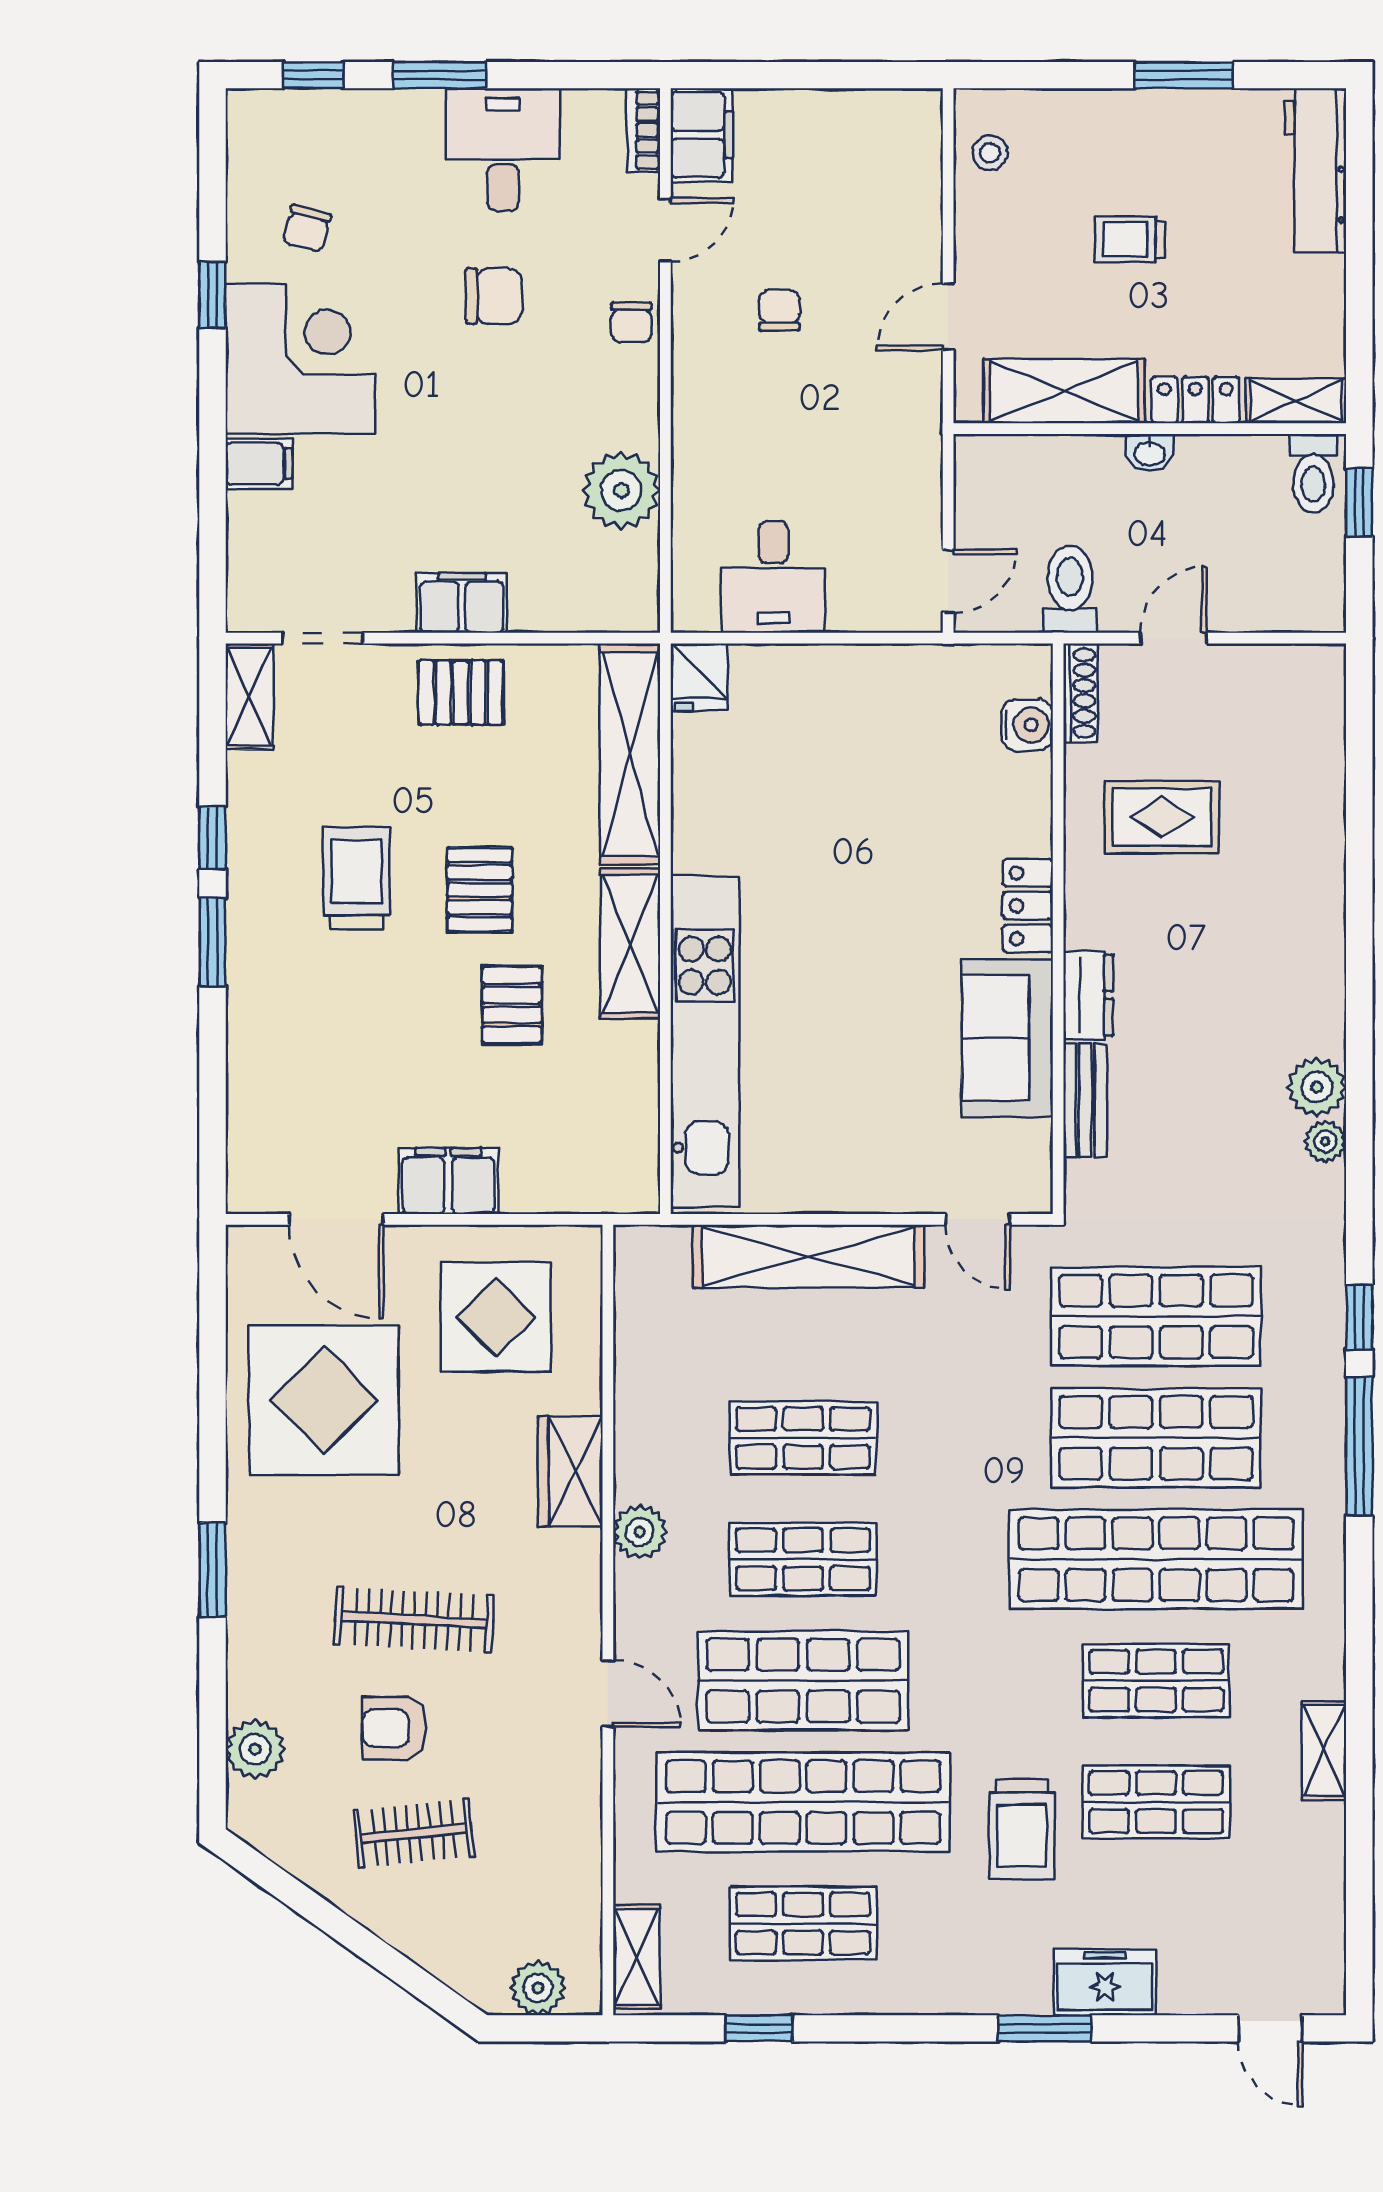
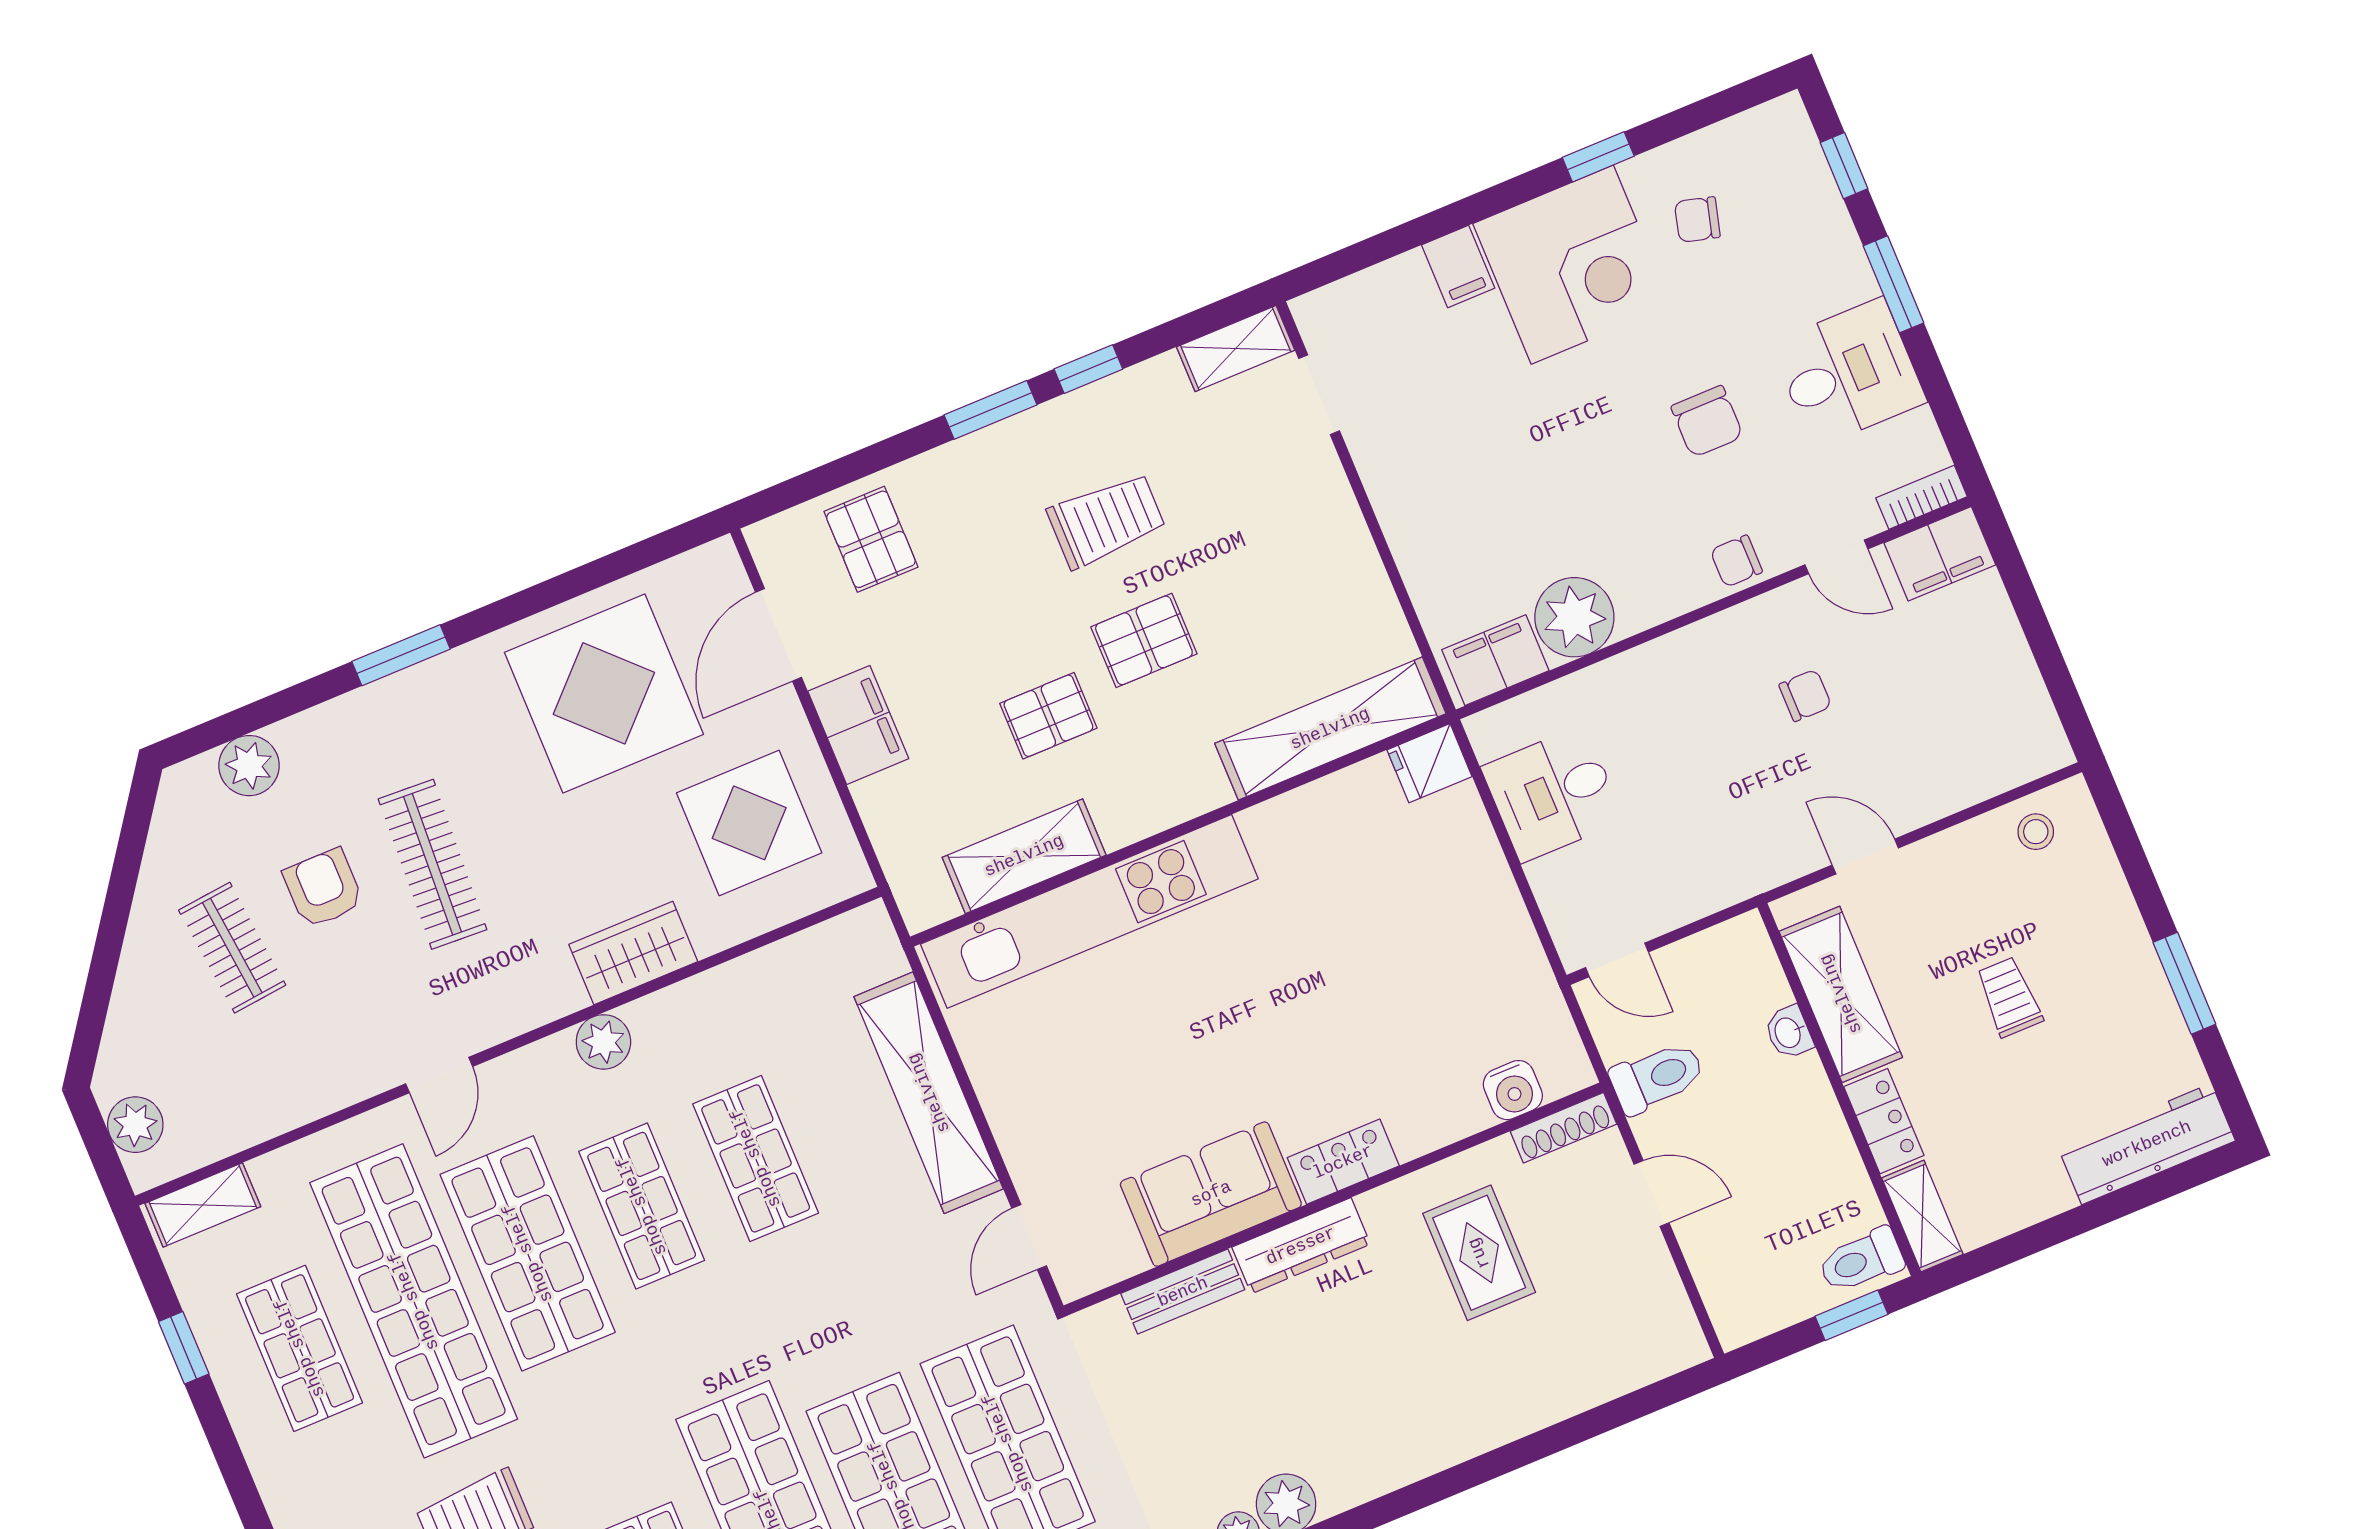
washbasin: (1149, 453) -> (1789, 1032), moved
filing cabinet: (462, 603) -> (1495, 660), moved, turned -90
pallet: (461, 693) -> (871, 539), moved
shelving: (630, 944) -> (1024, 856), moved
dresser: (1088, 995) -> (1301, 1246), width x1.44

